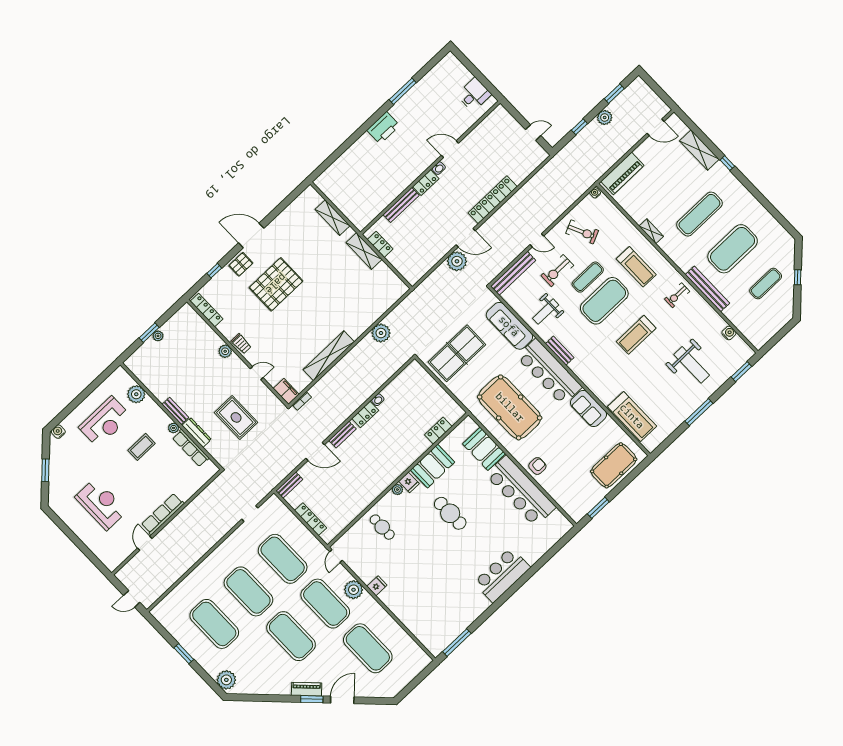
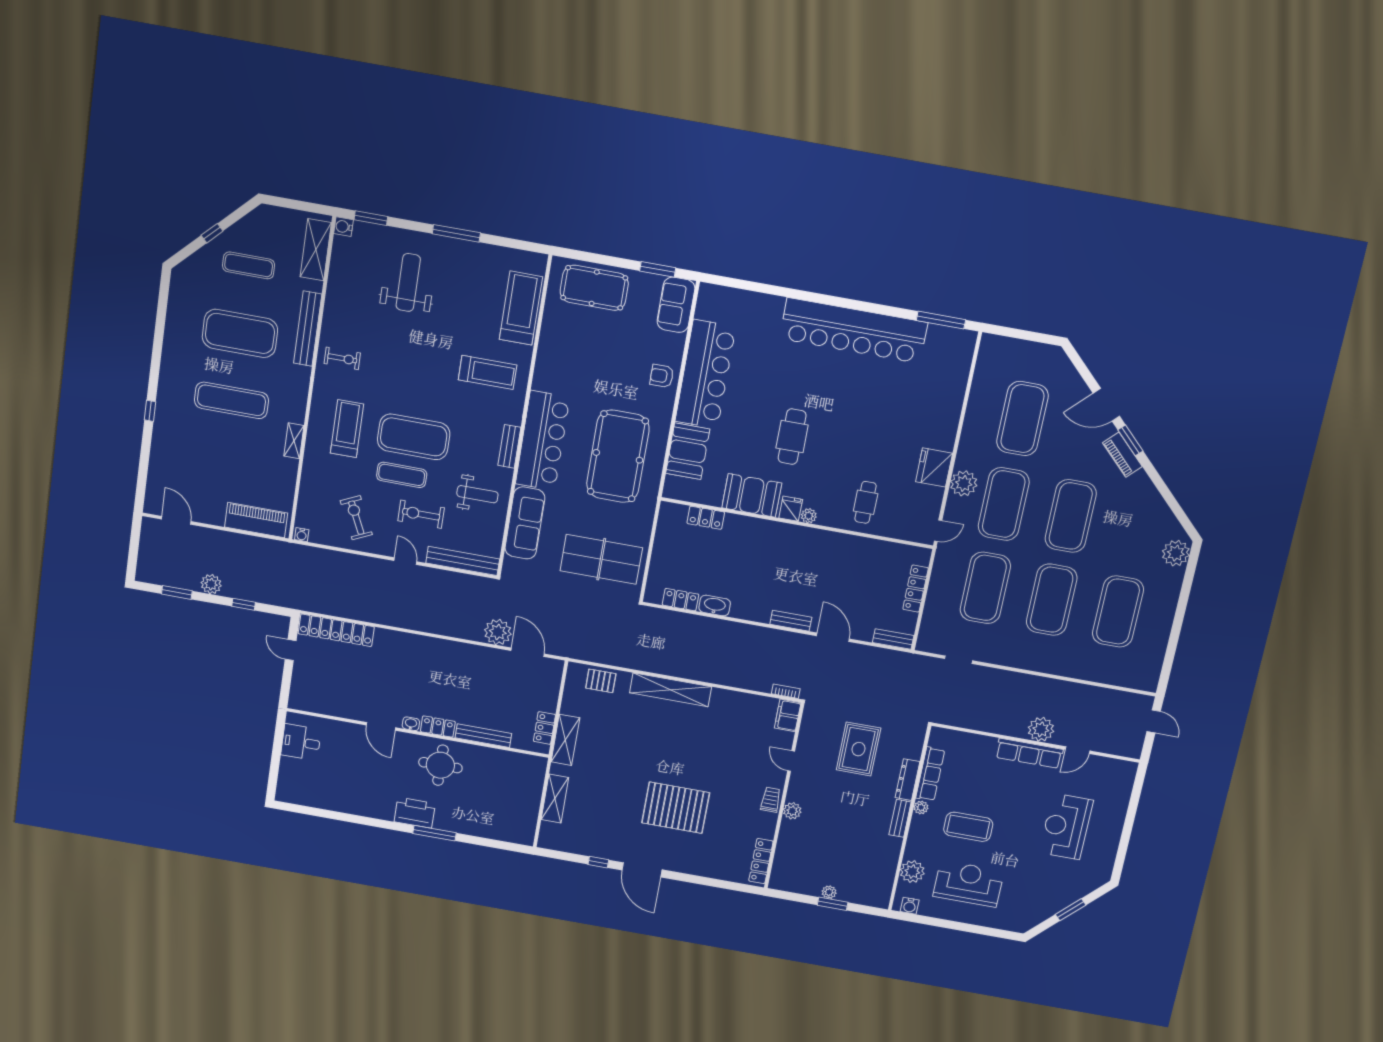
window: (403, 91) -> (434, 833), moved
shelving: (699, 150) -> (316, 250), moved
round table: (401, 166) -> (440, 765), added
locker: (493, 200) -> (336, 630), moved
door: (466, 238) -> (528, 652), moved
pallet: (241, 264) -> (601, 681), moved
window: (214, 271) -> (598, 862), moved
exercise bike: (557, 271) -> (421, 514), turned 180
plant: (381, 333) -> (1041, 729), moved
water cooler: (729, 333) -> (343, 227), moved
treadmill: (636, 335) -> (488, 372), moved
shelving: (329, 356) -> (671, 690), moved
washbasin: (378, 400) -> (715, 606), width x1.91, depth x1.45
sofa: (589, 409) -> (676, 305), moved, turned 180
locker: (365, 414) -> (681, 600), moved
water cooler: (58, 432) -> (910, 906), moved
coffee table: (142, 447) -> (968, 827), width x1.36, depth x1.32
bar counter: (502, 575) -> (854, 331), width x1.86
fridge: (377, 586) -> (934, 468), width x1.88, depth x1.34
window: (184, 654) -> (1178, 622), removed

